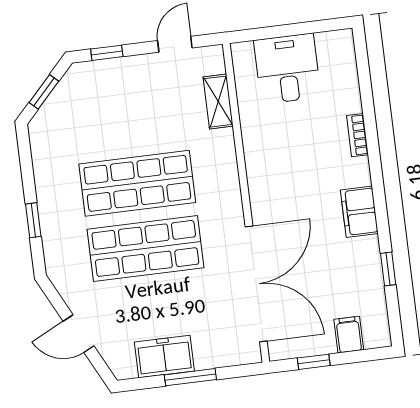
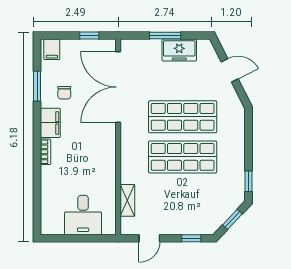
bookcase: (357, 135) -> (46, 152), moved
window: (33, 220) -> (248, 181), moved
chair: (343, 264) -> (64, 93), added
window: (388, 269) -> (37, 86), width x1.50
filing cabinet: (349, 335) -> (52, 49), moved

